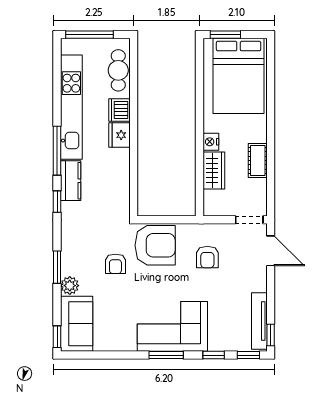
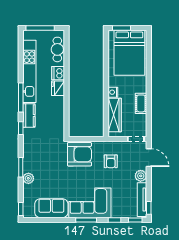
wardrobe: (214, 170) -> (115, 115), width x1.50
armchair: (115, 264) -> (56, 165), removed
plant: (257, 281) -> (141, 176), added
sofa: (77, 324) -> (51, 208), moved, turned -90

